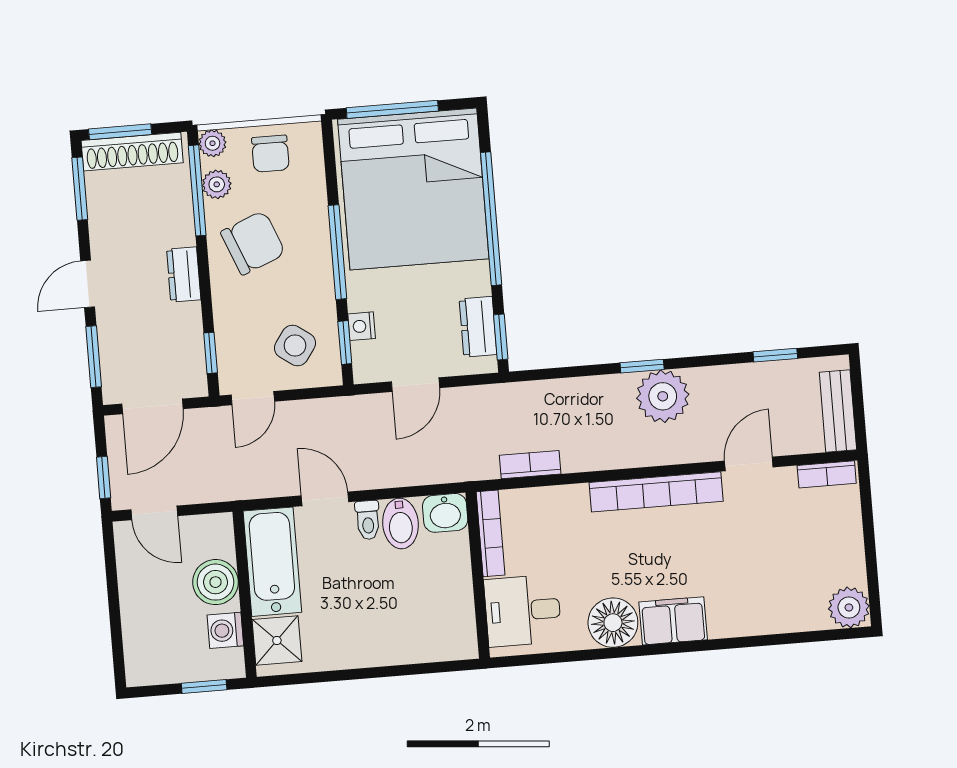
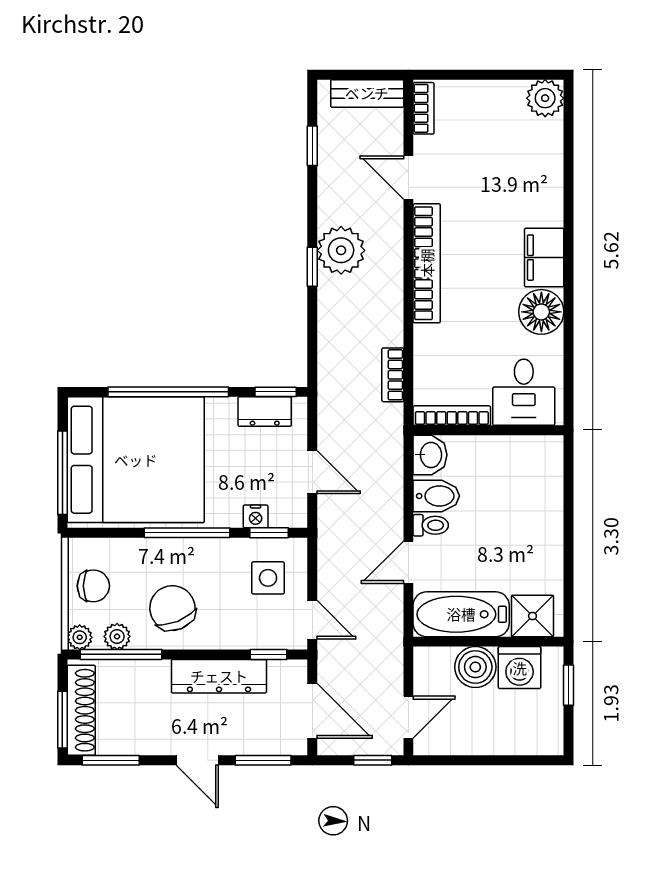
dresser: (184, 274) -> (219, 676), width x1.96, depth x1.24
side table: (295, 346) -> (268, 578), turned -36
washing machine: (225, 630) -> (520, 668), width x1.38, depth x1.38

